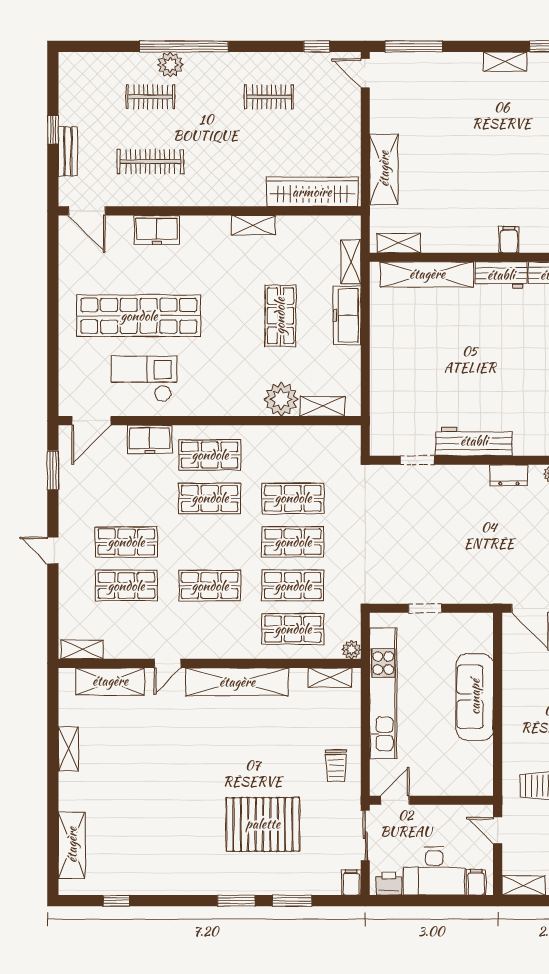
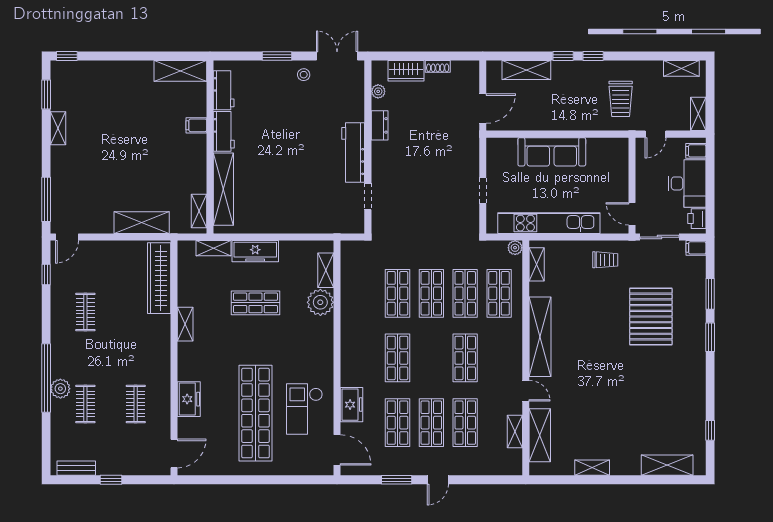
bench: (68, 151) -> (76, 468), moved
clothes rail: (150, 162) -> (136, 404), width x0.73
shop shelf: (210, 455) -> (397, 423), moved
window: (53, 470) -> (397, 480), moved
shelving: (82, 649) -> (515, 431), moved

